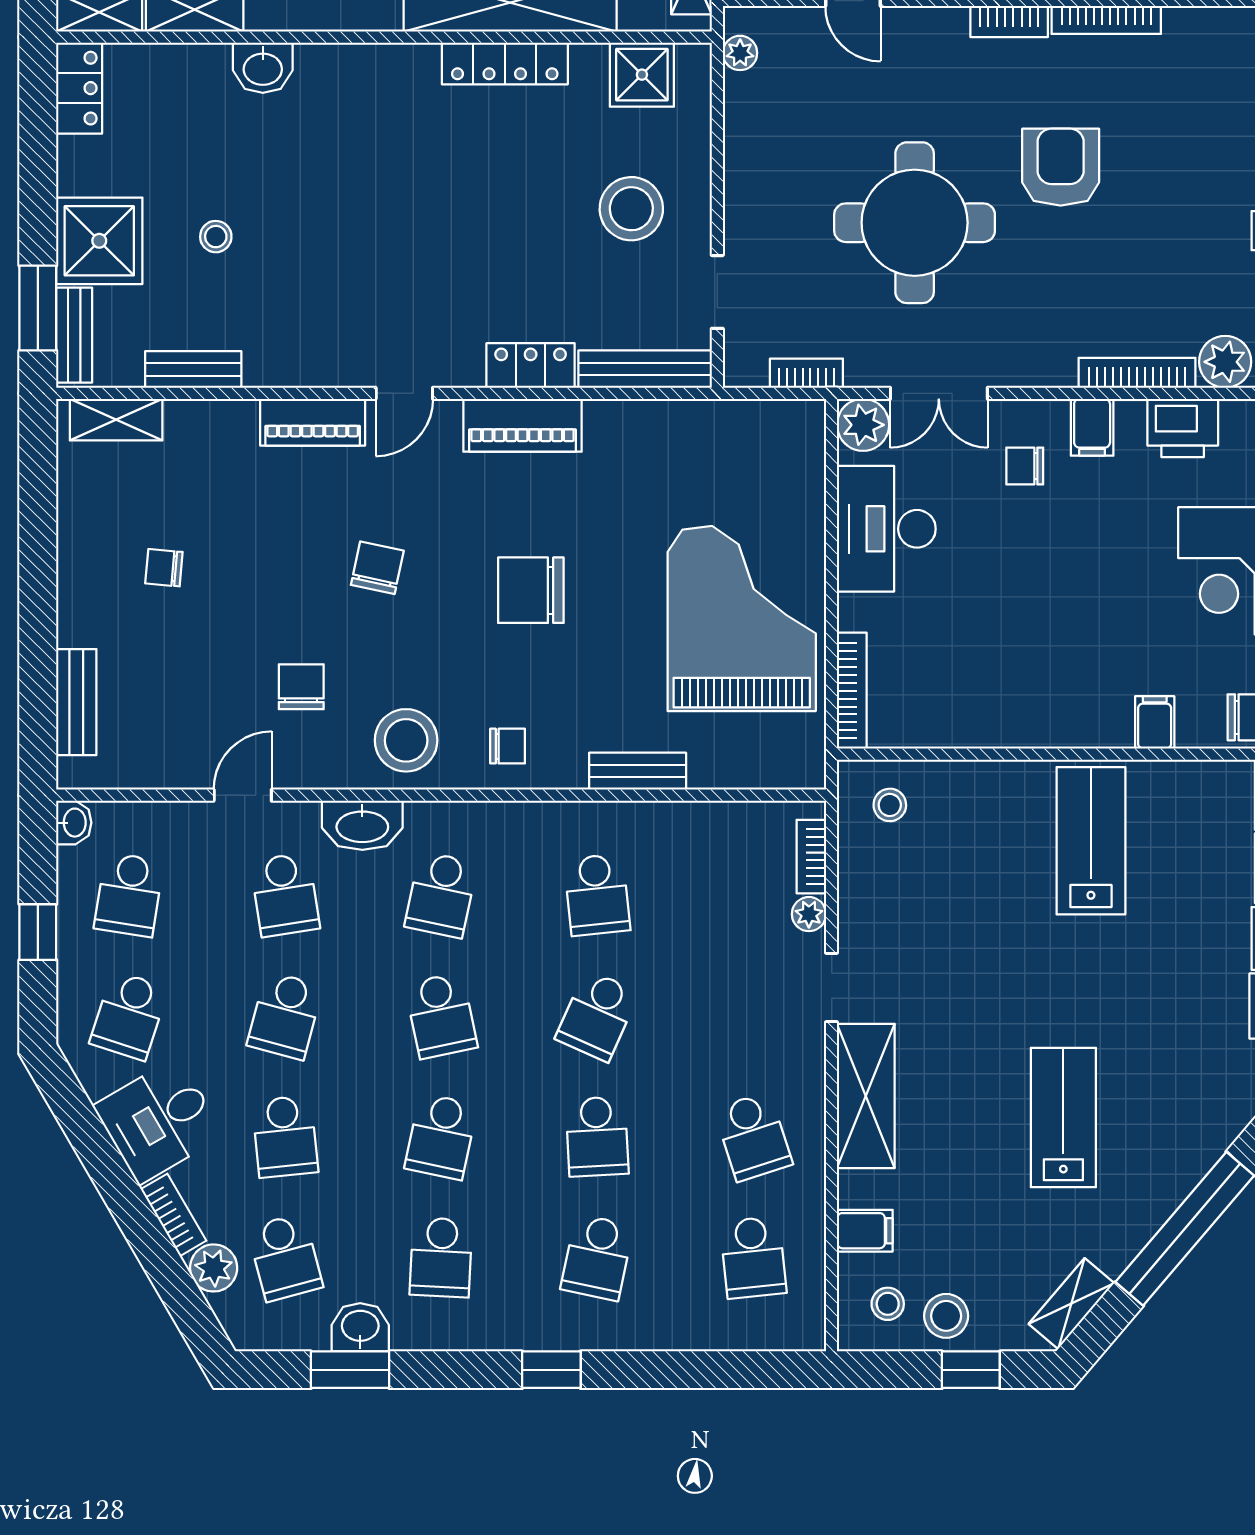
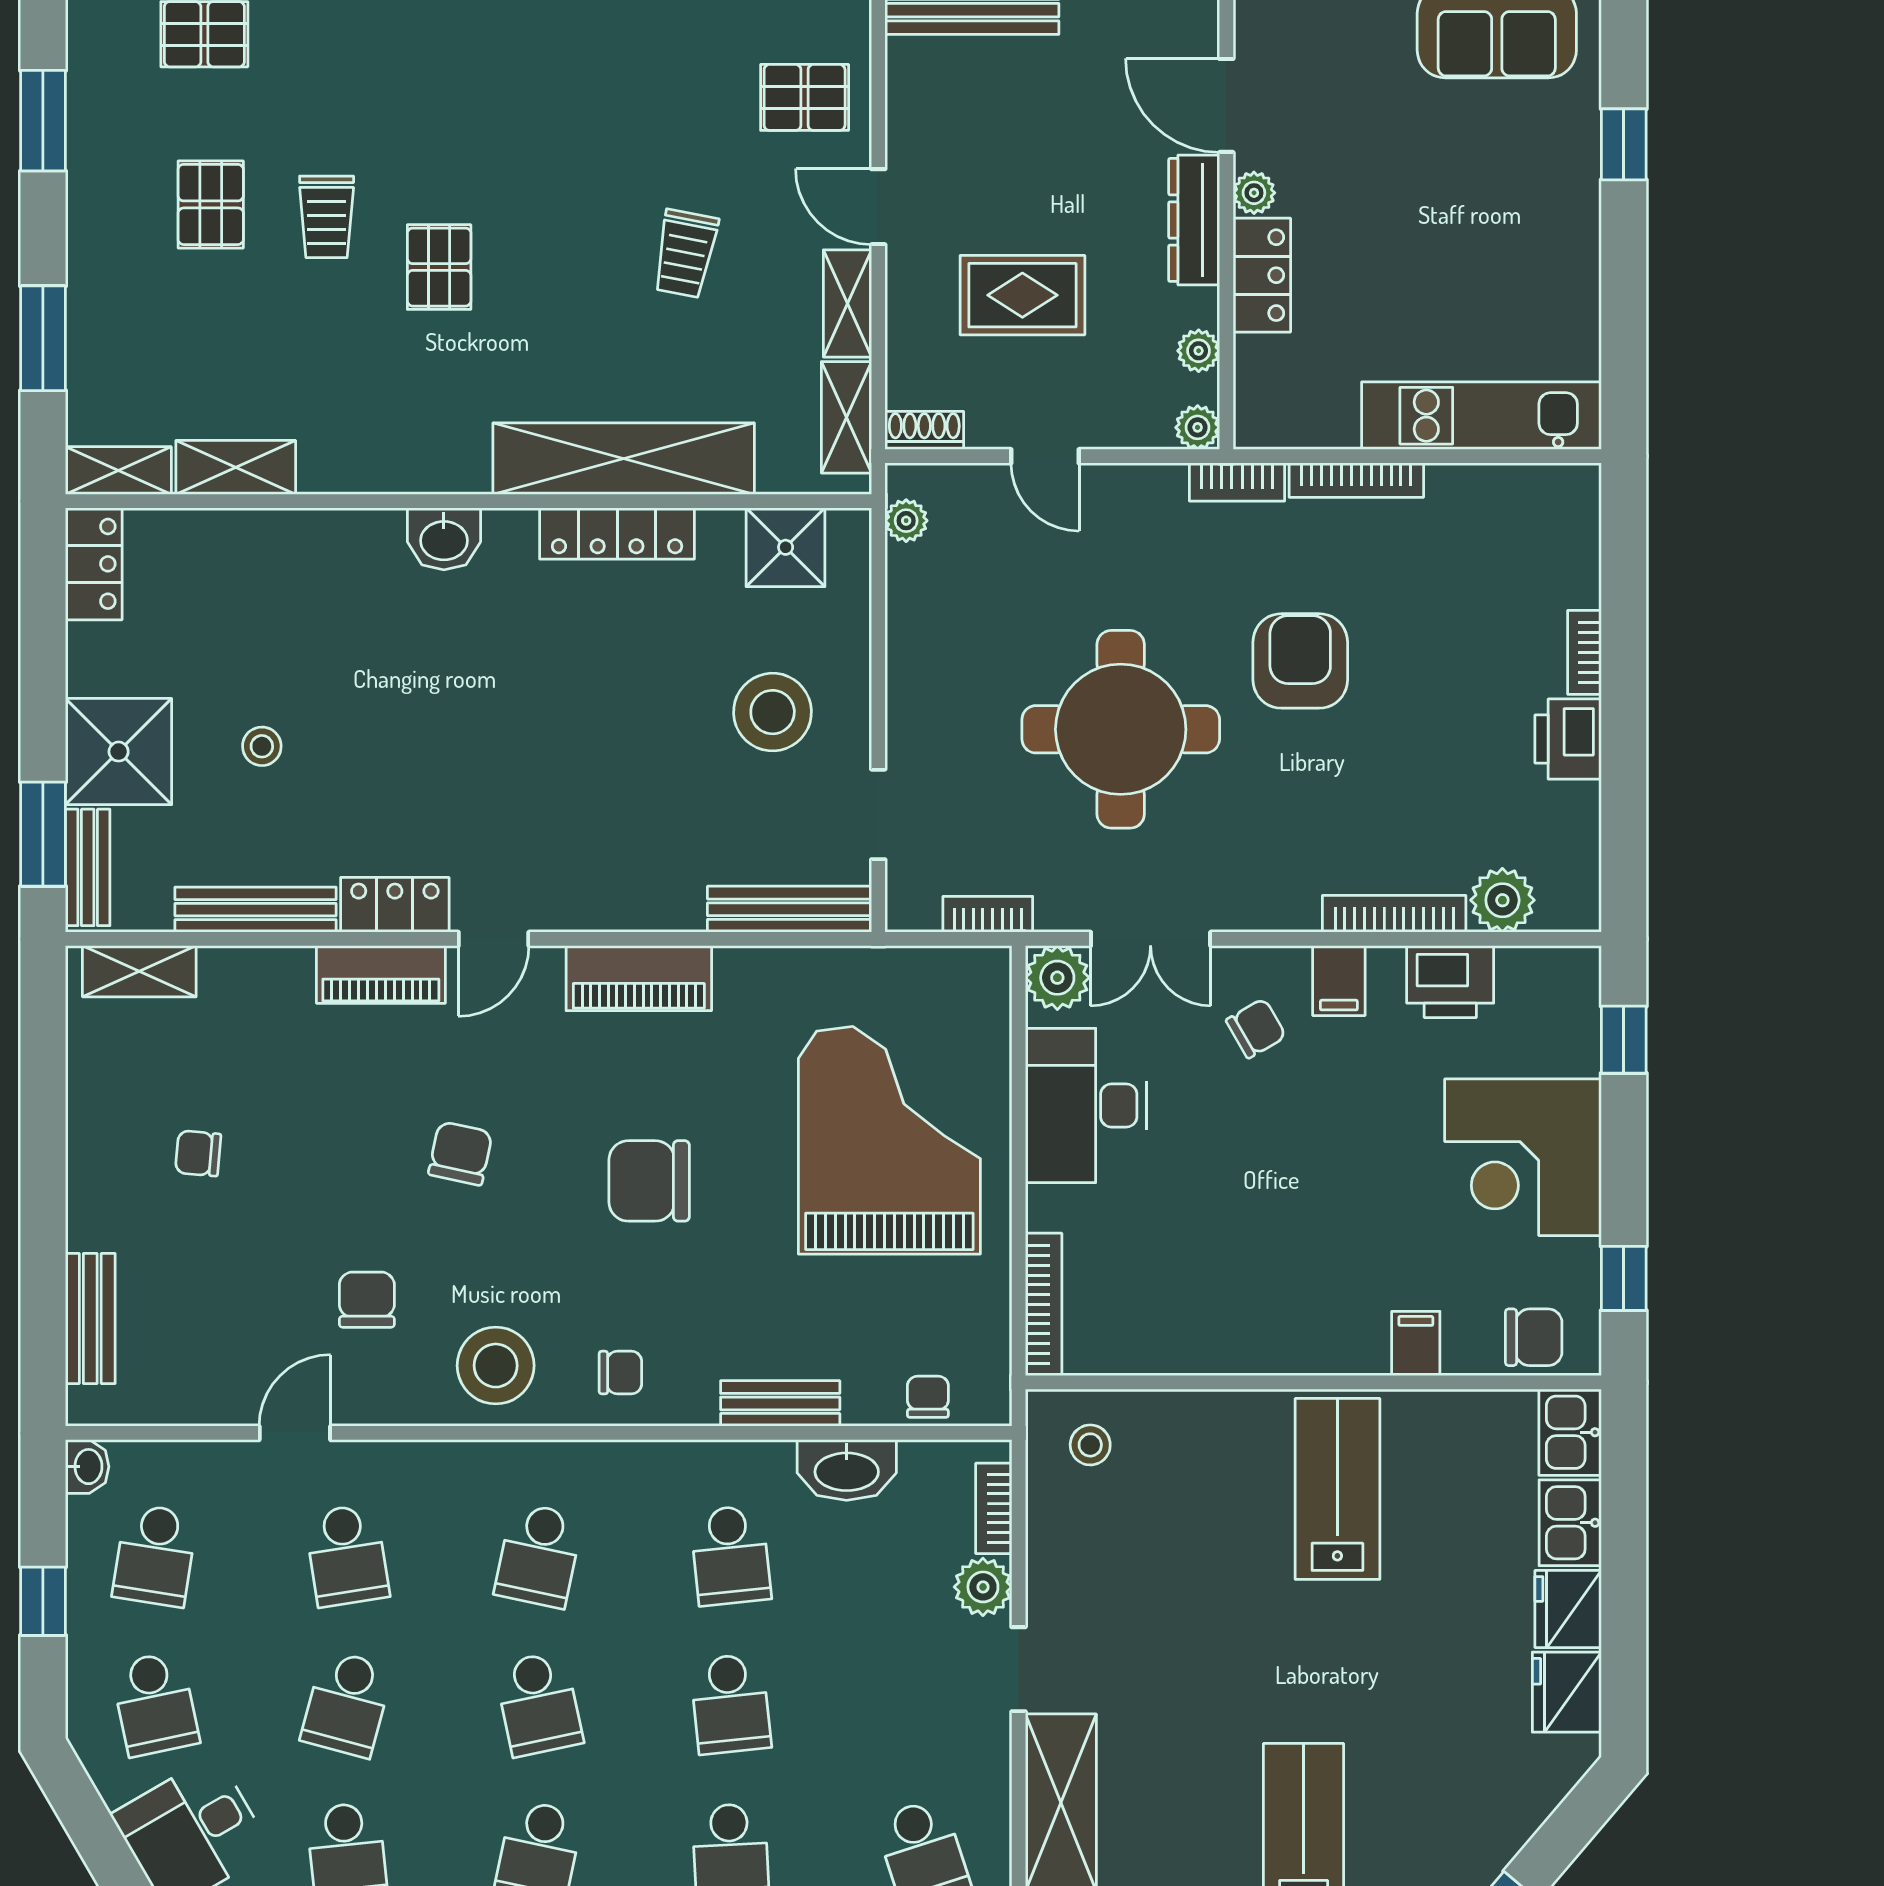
washbasin: (263, 68) -> (444, 539), moved
locker: (531, 366) -> (395, 905), moved
bench: (193, 369) -> (256, 910), width x1.36
chair: (1025, 466) -> (1256, 1028), turned 150
grand piano: (742, 618) -> (889, 1140), moved
chair: (758, 766) -> (928, 1397), added
washbasin: (362, 825) -> (847, 1470), moved
plant: (809, 914) -> (983, 1587), width x1.38, depth x1.38
school desk: (129, 1016) -> (155, 1704), turned -30
school desk: (597, 1016) -> (730, 1704), turned -30

